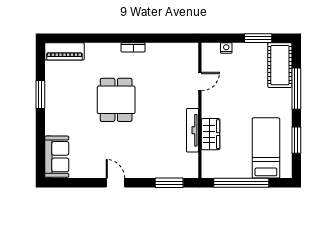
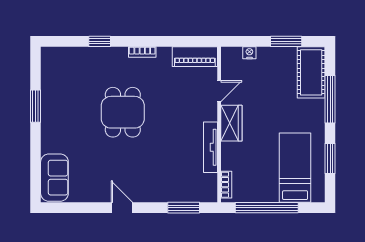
window: (96, 38) -> (100, 41), added
piano: (64, 51) -> (195, 57), moved
wardrobe: (211, 134) -> (231, 123), moved
bookcase: (206, 163) -> (226, 185), added

